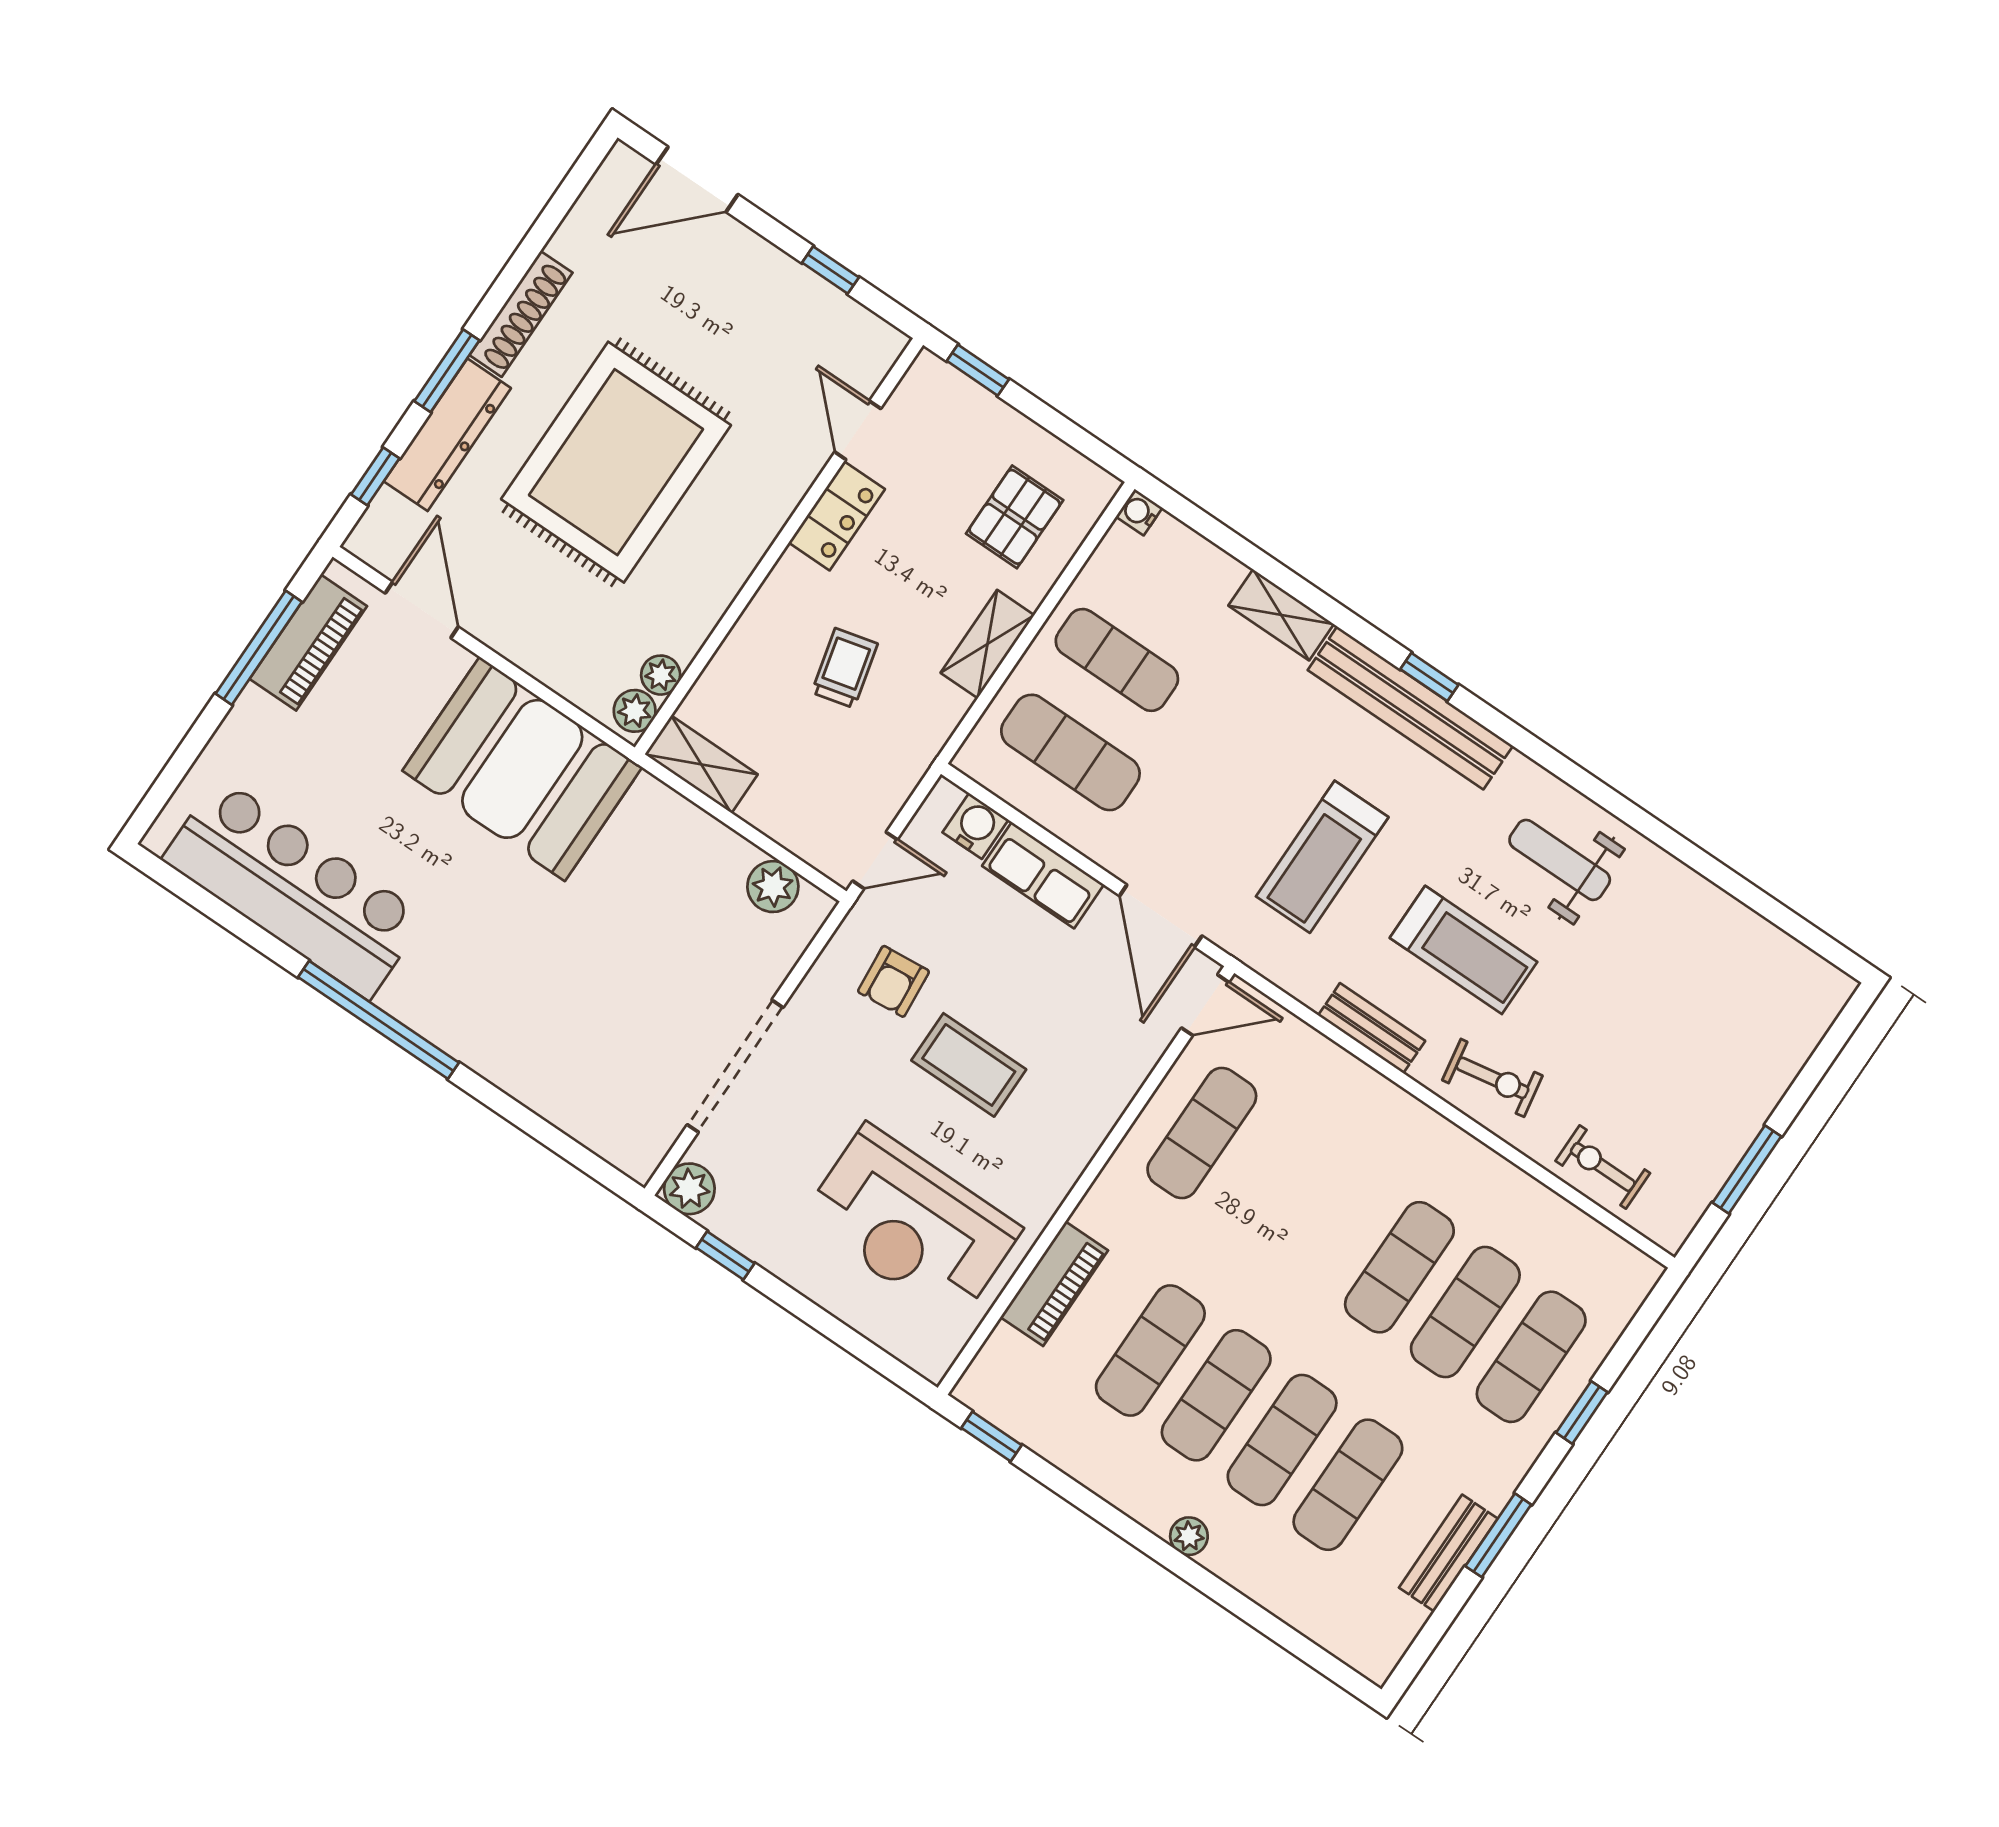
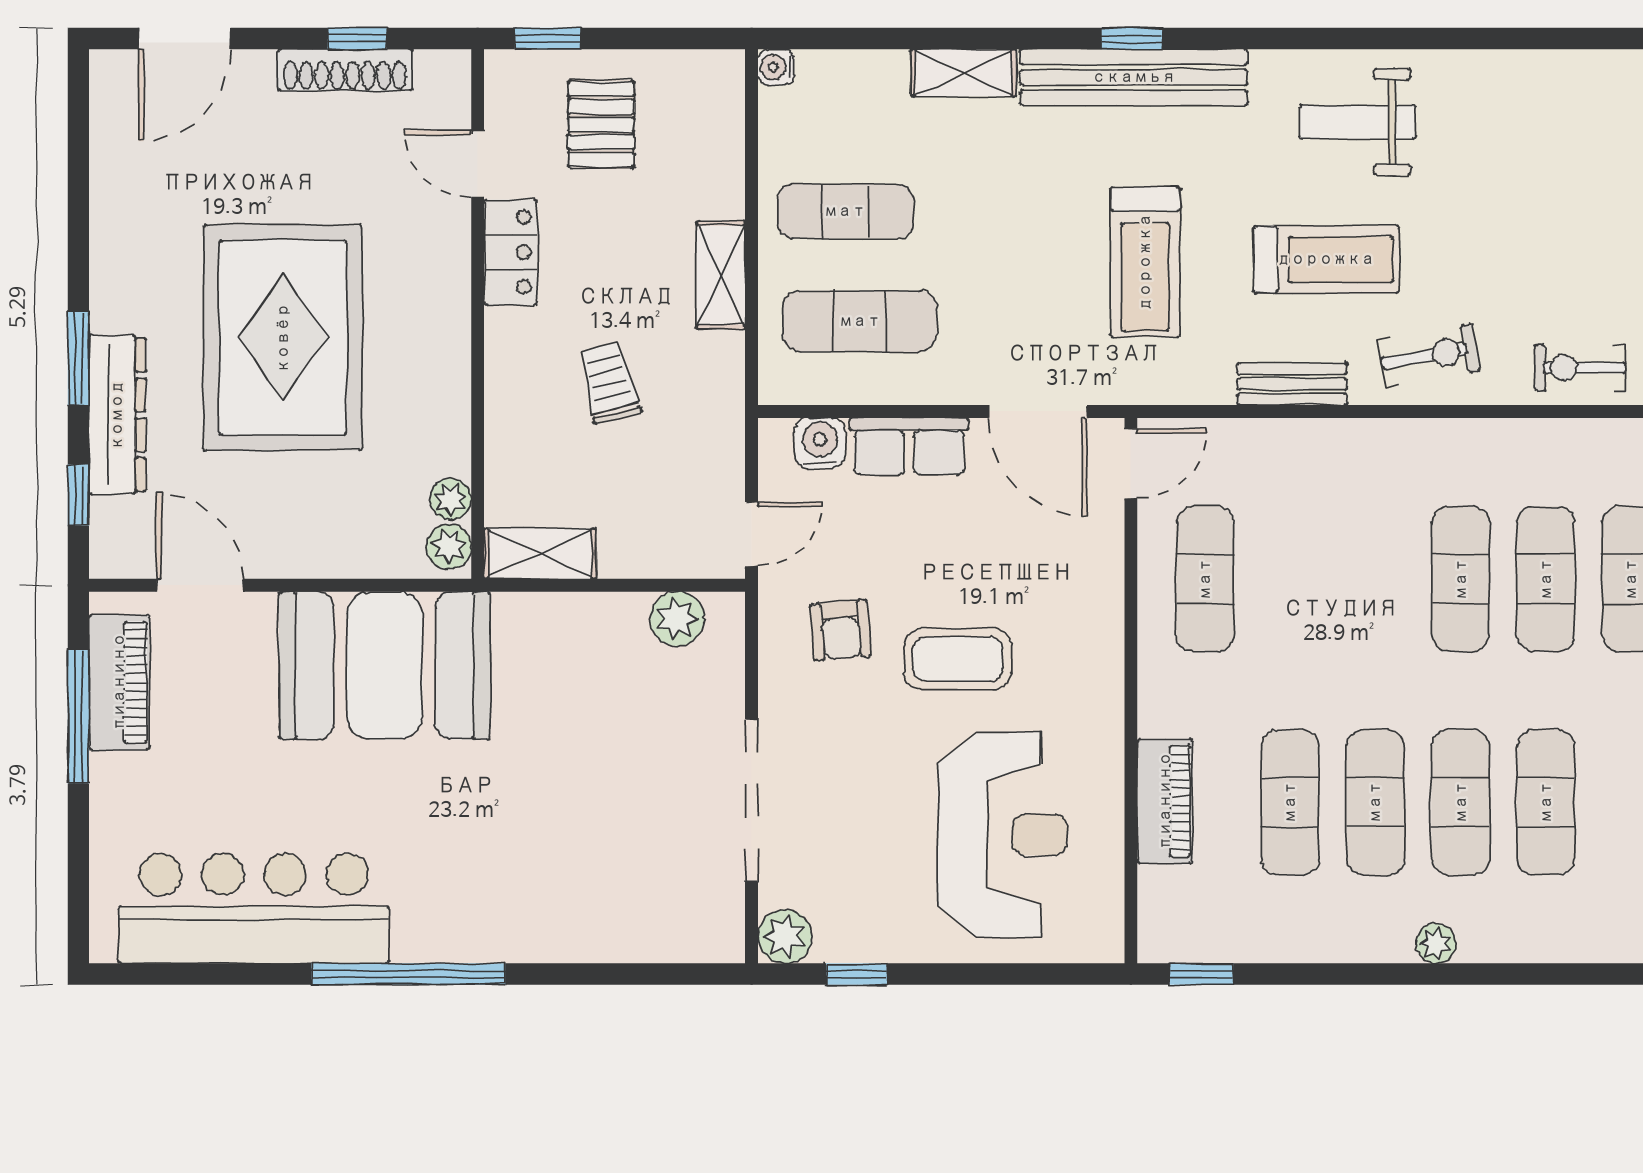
shoe rack: (521, 314) -> (345, 70), moved, turned 90
pallet: (1015, 517) -> (601, 124), moved
reception desk: (911, 1224) -> (1002, 834), turned -90

